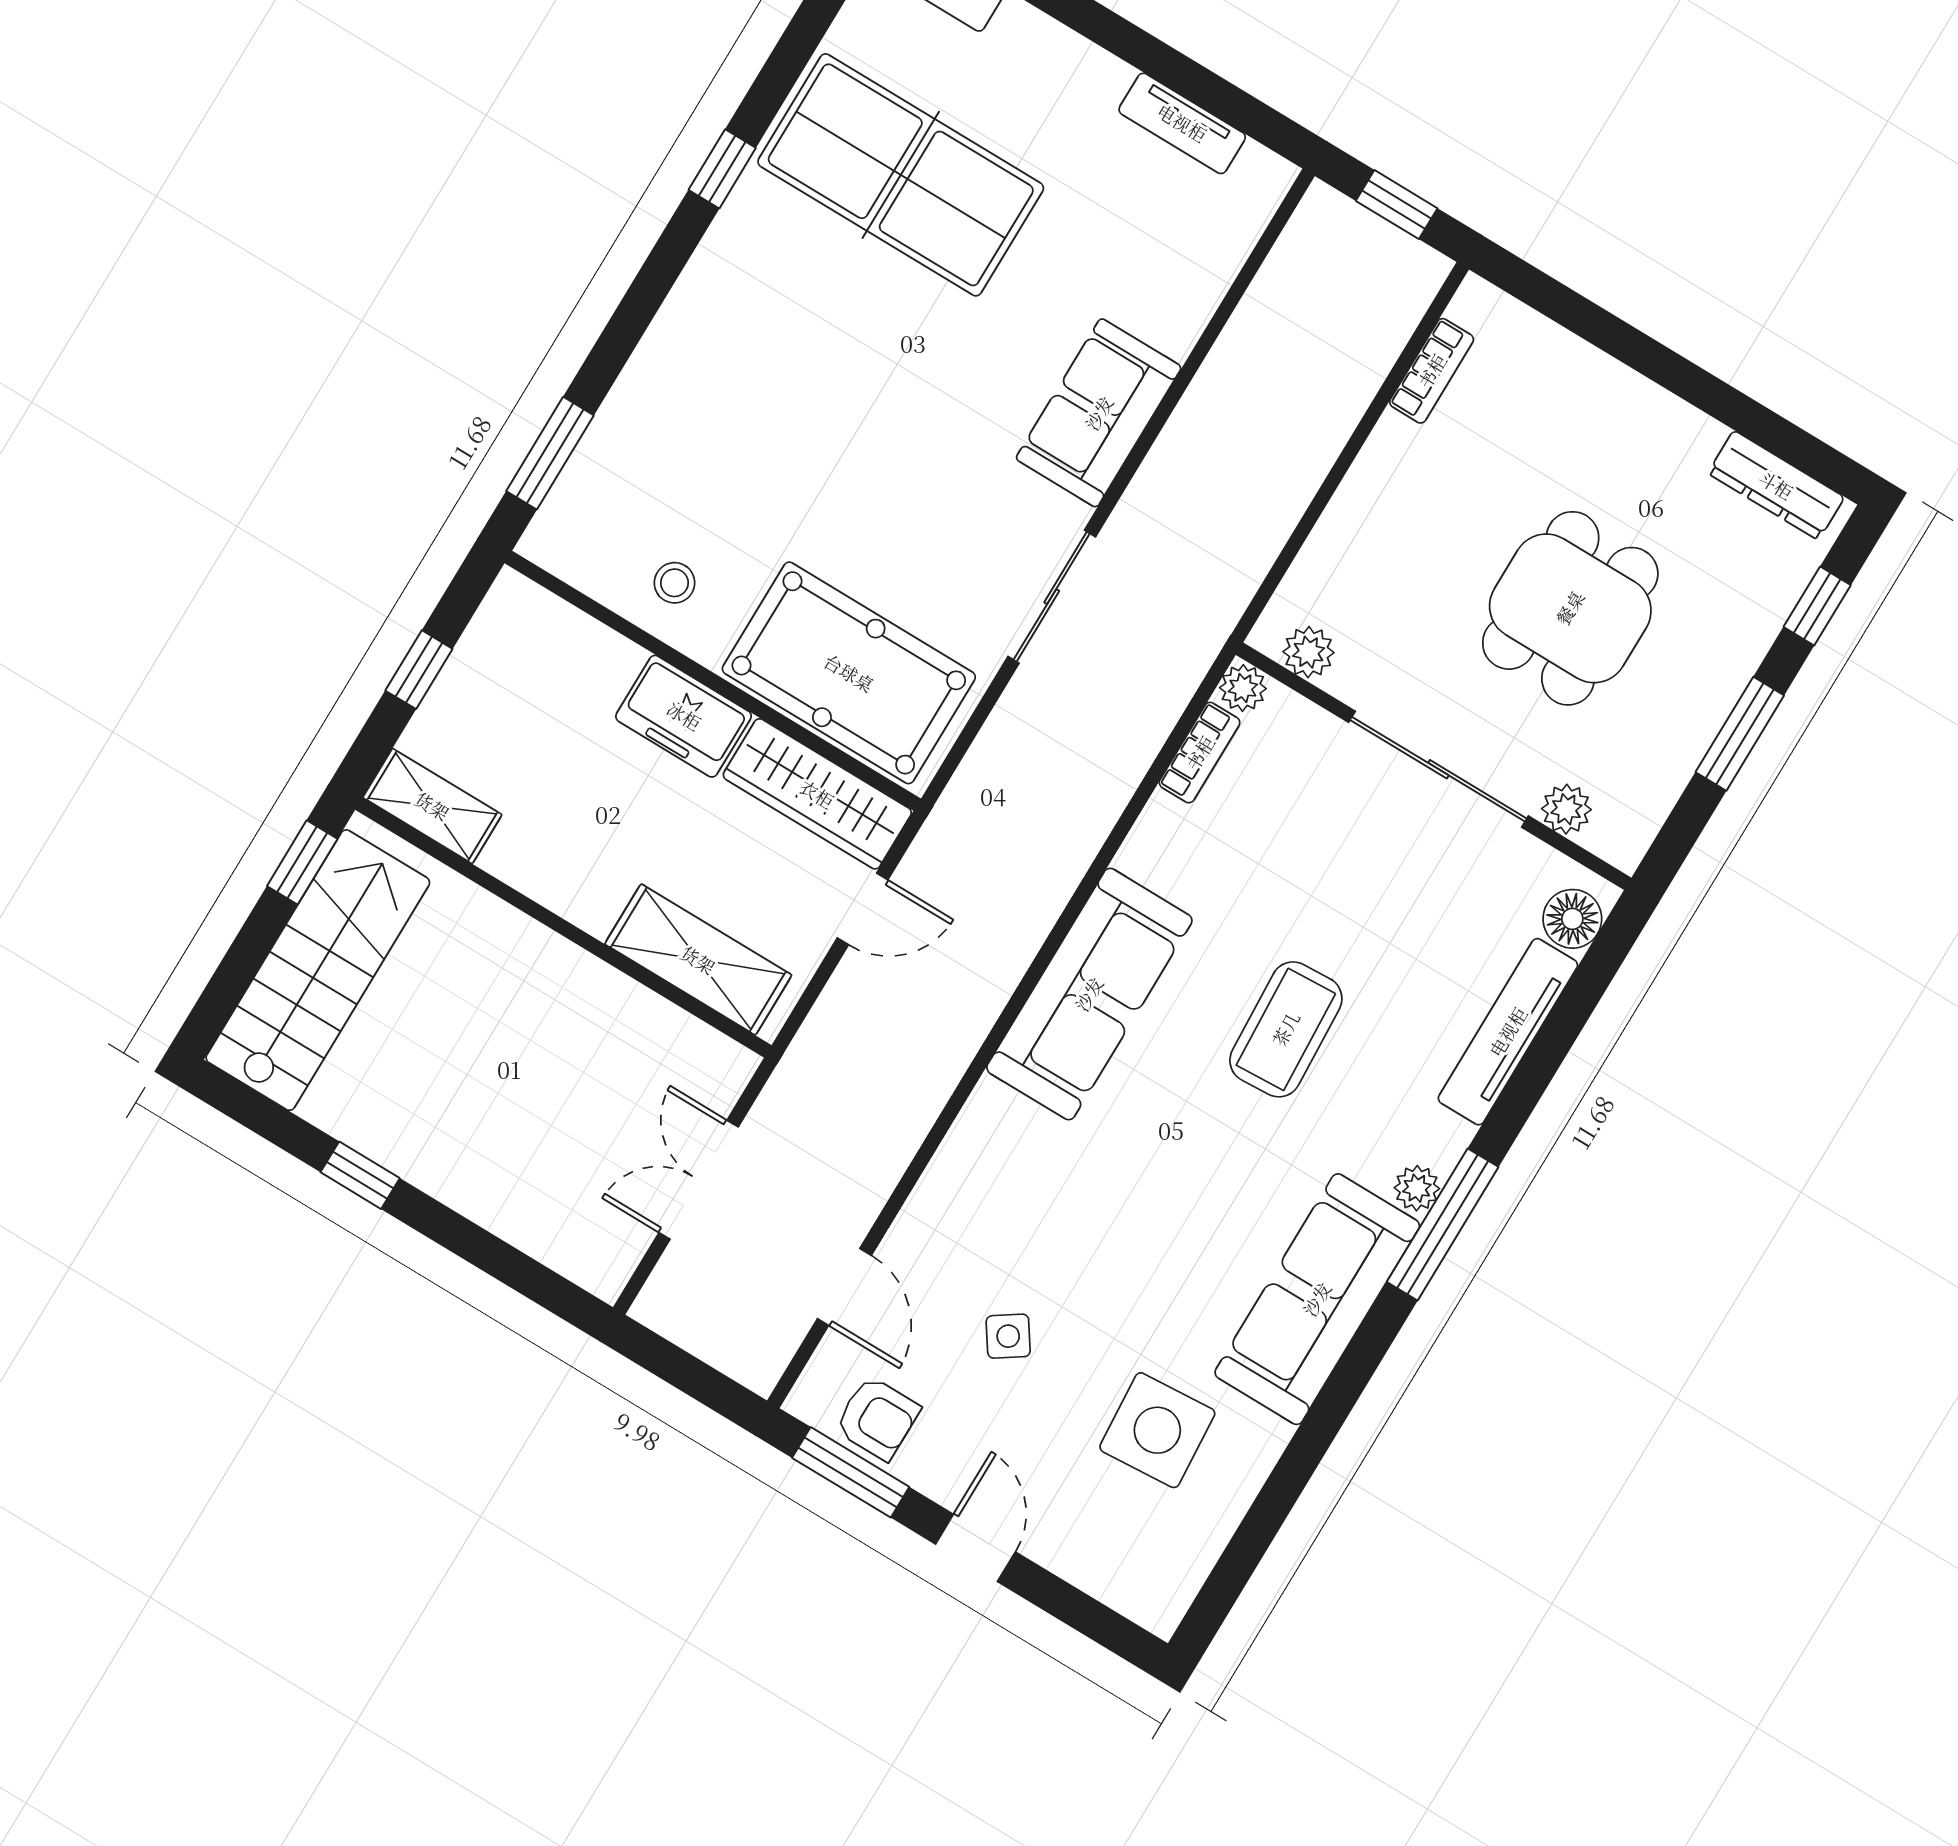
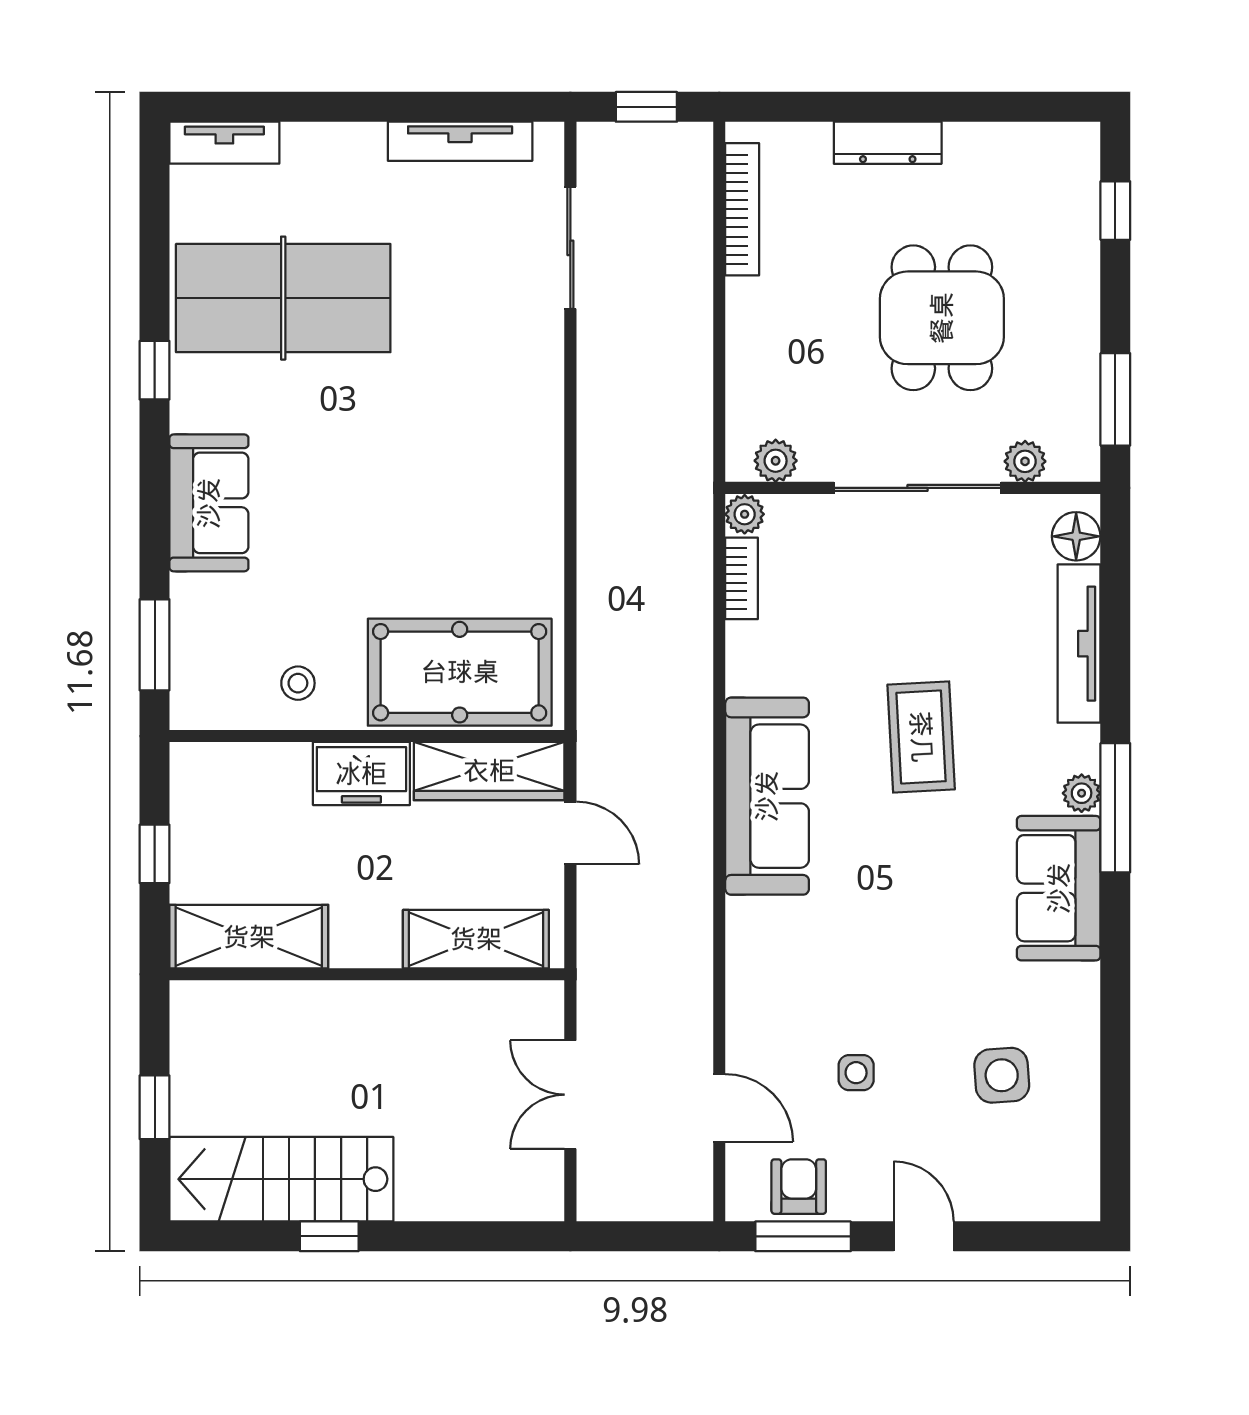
tv unit: (1182, 123) -> (460, 141), width x1.41
bookcase: (1432, 371) -> (742, 209), width x1.56
sofa: (1099, 413) -> (209, 503), moved, turned 180
dresser: (1776, 485) -> (888, 143), moved
sliding door: (1052, 597) -> (570, 248), moved
window: (1740, 734) -> (1115, 399), moved
shelving: (432, 806) -> (249, 937), width x1.50, depth x1.33
window: (302, 862) -> (155, 1107), moved
door: (863, 909) -> (570, 833), hinge flipped
stairs: (318, 970) -> (281, 1179), moved, turned -90
sofa: (1317, 1299) -> (1059, 888), width x0.73
side table: (1008, 1336) -> (856, 1073), turned 34
armchair: (877, 1418) -> (799, 1187), turned -90
side table: (1157, 1430) -> (1002, 1075), width x0.73, depth x0.73

